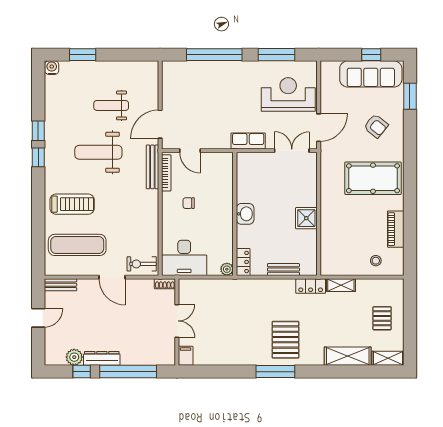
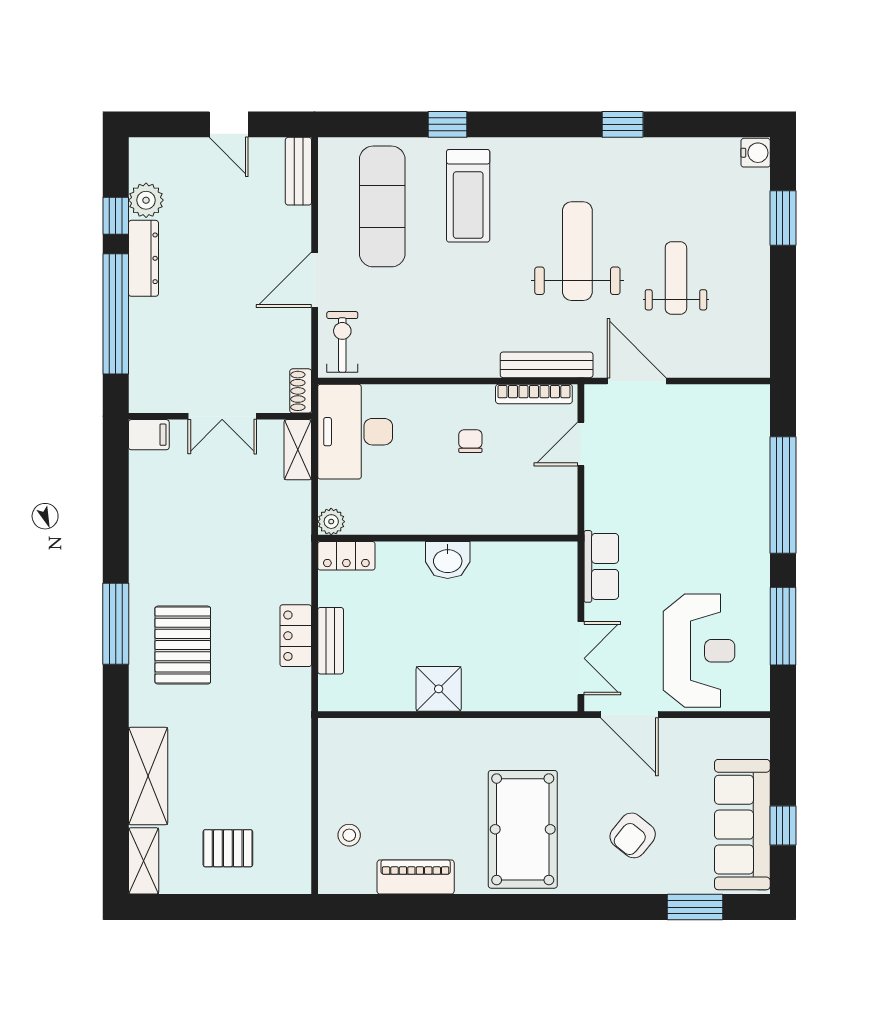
window: (38, 157) -> (447, 124), moved
shelving: (341, 285) -> (298, 450), moved
locker: (311, 286) -> (296, 636), moved
pallet: (286, 340) -> (183, 645), turned 90

